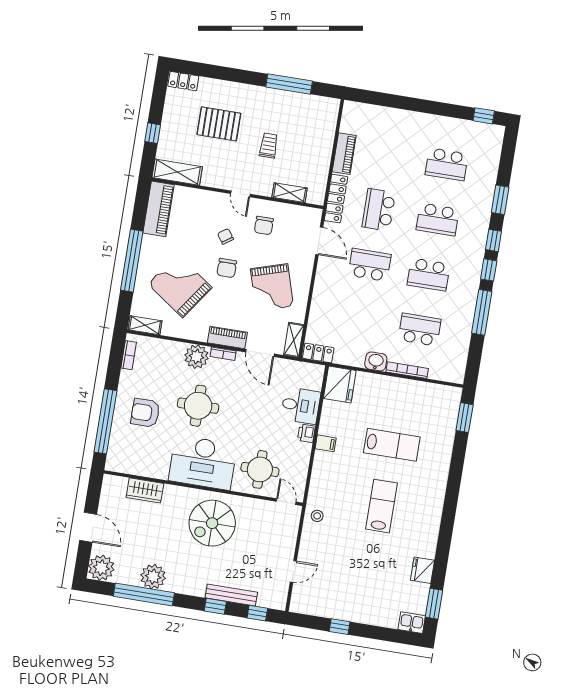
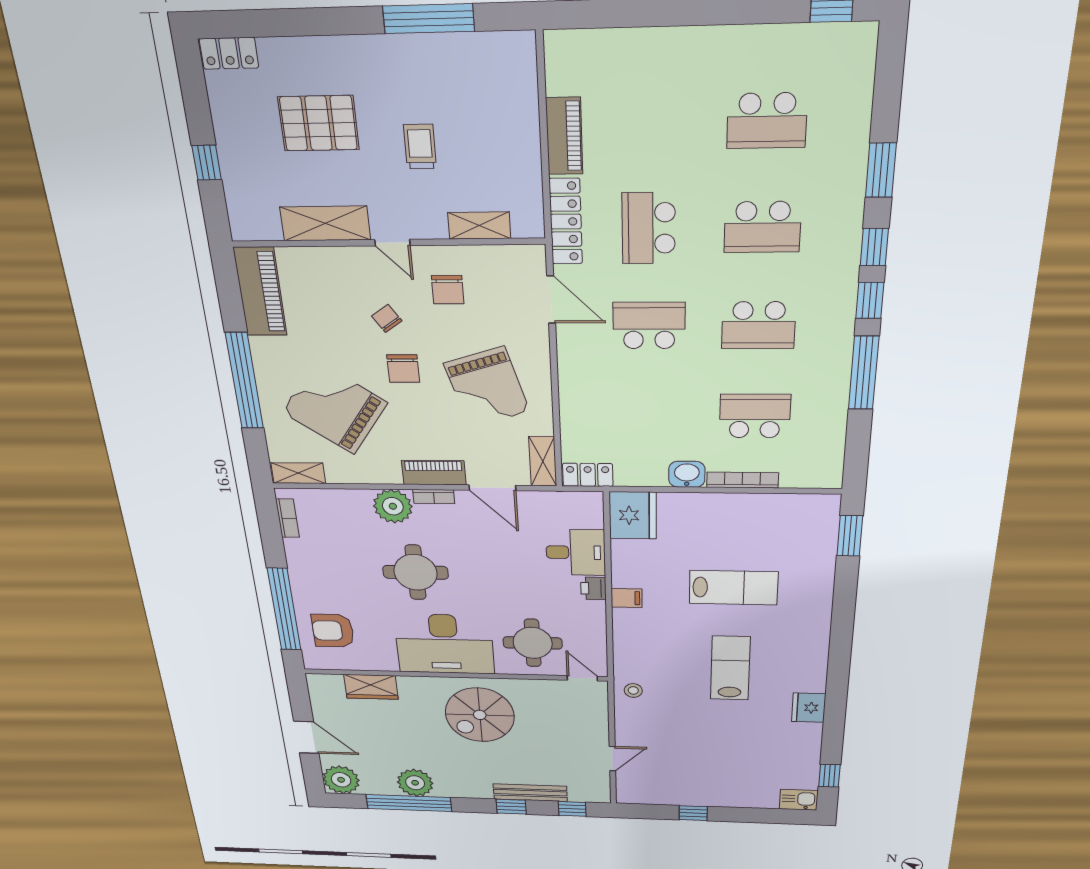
shelving: (177, 172) -> (325, 223), moved
armchair: (145, 413) -> (333, 631), moved
fridge: (422, 570) -> (809, 708), moved
window: (434, 604) -> (829, 776), width x0.67

